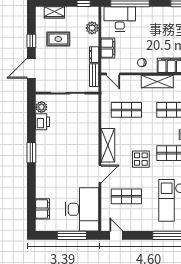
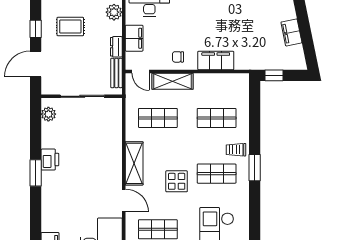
shelving: (157, 82) -> (173, 81), moved
printer: (42, 122) -> (50, 160), moved
door: (100, 174) -> (124, 201), hinge flipped

